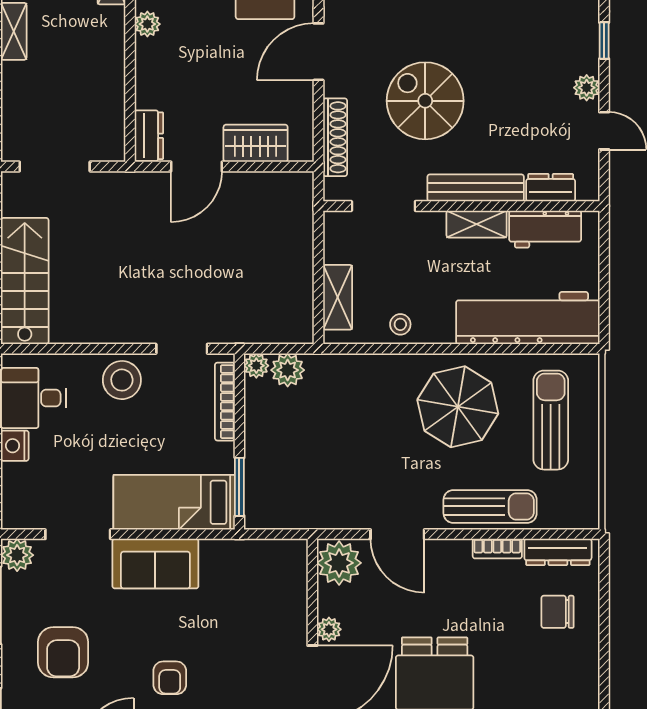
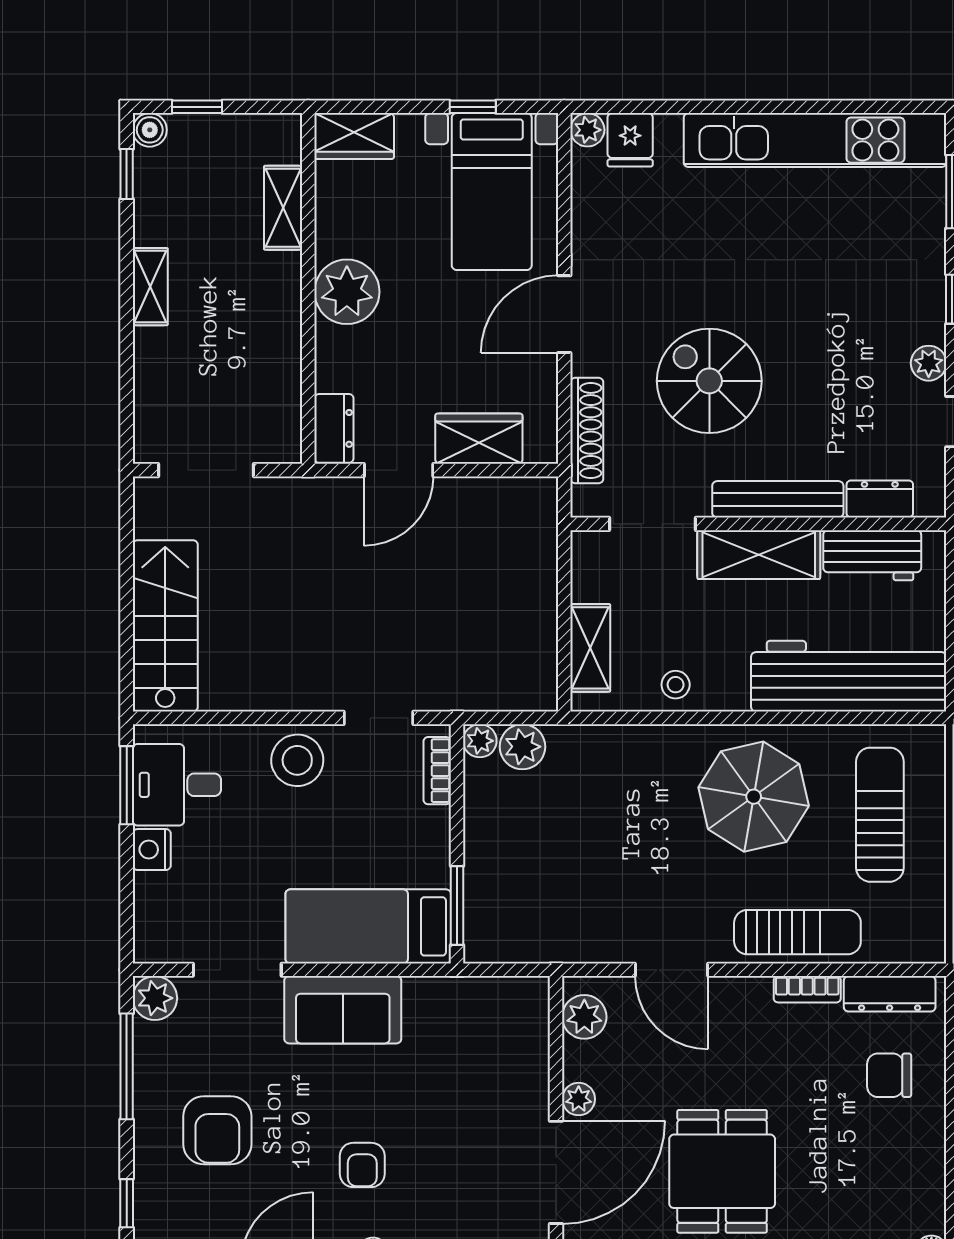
plant: (147, 24) -> (347, 292), width x1.88, depth x1.88
shelving: (477, 224) -> (759, 555), width x1.50, depth x1.33
bookcase: (225, 402) -> (437, 771), width x0.64
plant: (339, 563) -> (584, 1017), width x0.73, depth x0.73

